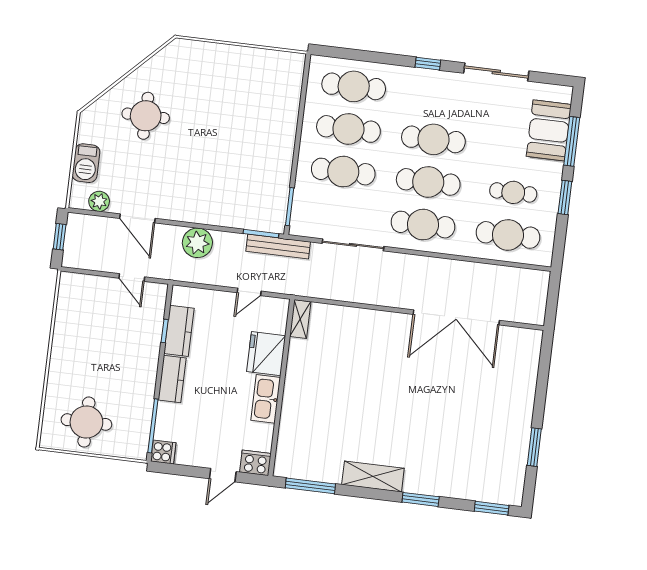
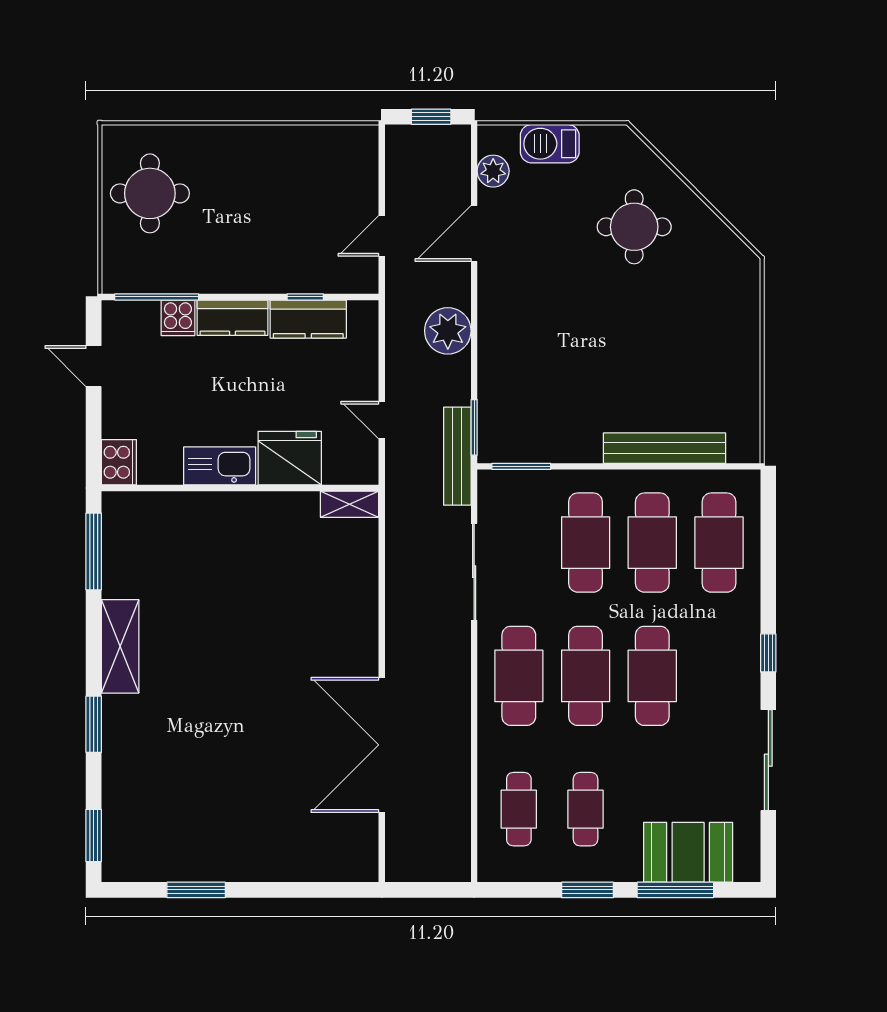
bench: (289, 114) -> (665, 448), added
cafe table: (508, 235) -> (519, 809), width x0.73, depth x0.74
cooker: (163, 452) -> (178, 318), moved
door: (223, 475) -> (94, 366), moved

